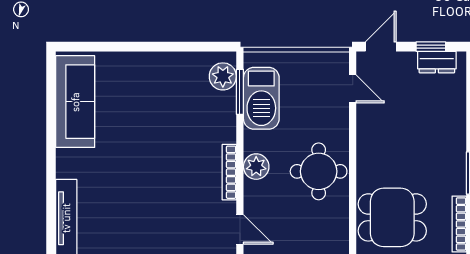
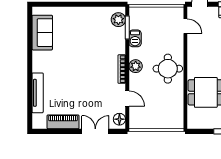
barbecue: (261, 98) -> (135, 38), width x0.53, depth x0.65
sofa: (75, 102) -> (42, 33), width x0.73

